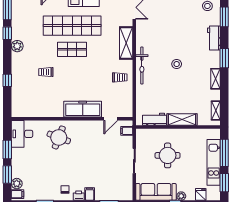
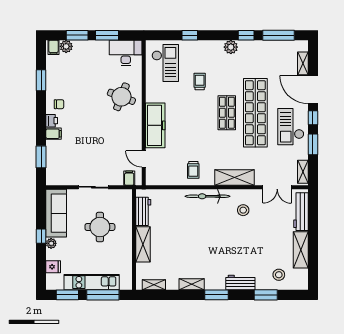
stool: (177, 64) -> (243, 210), moved
checkout: (31, 101) -> (165, 63), added

